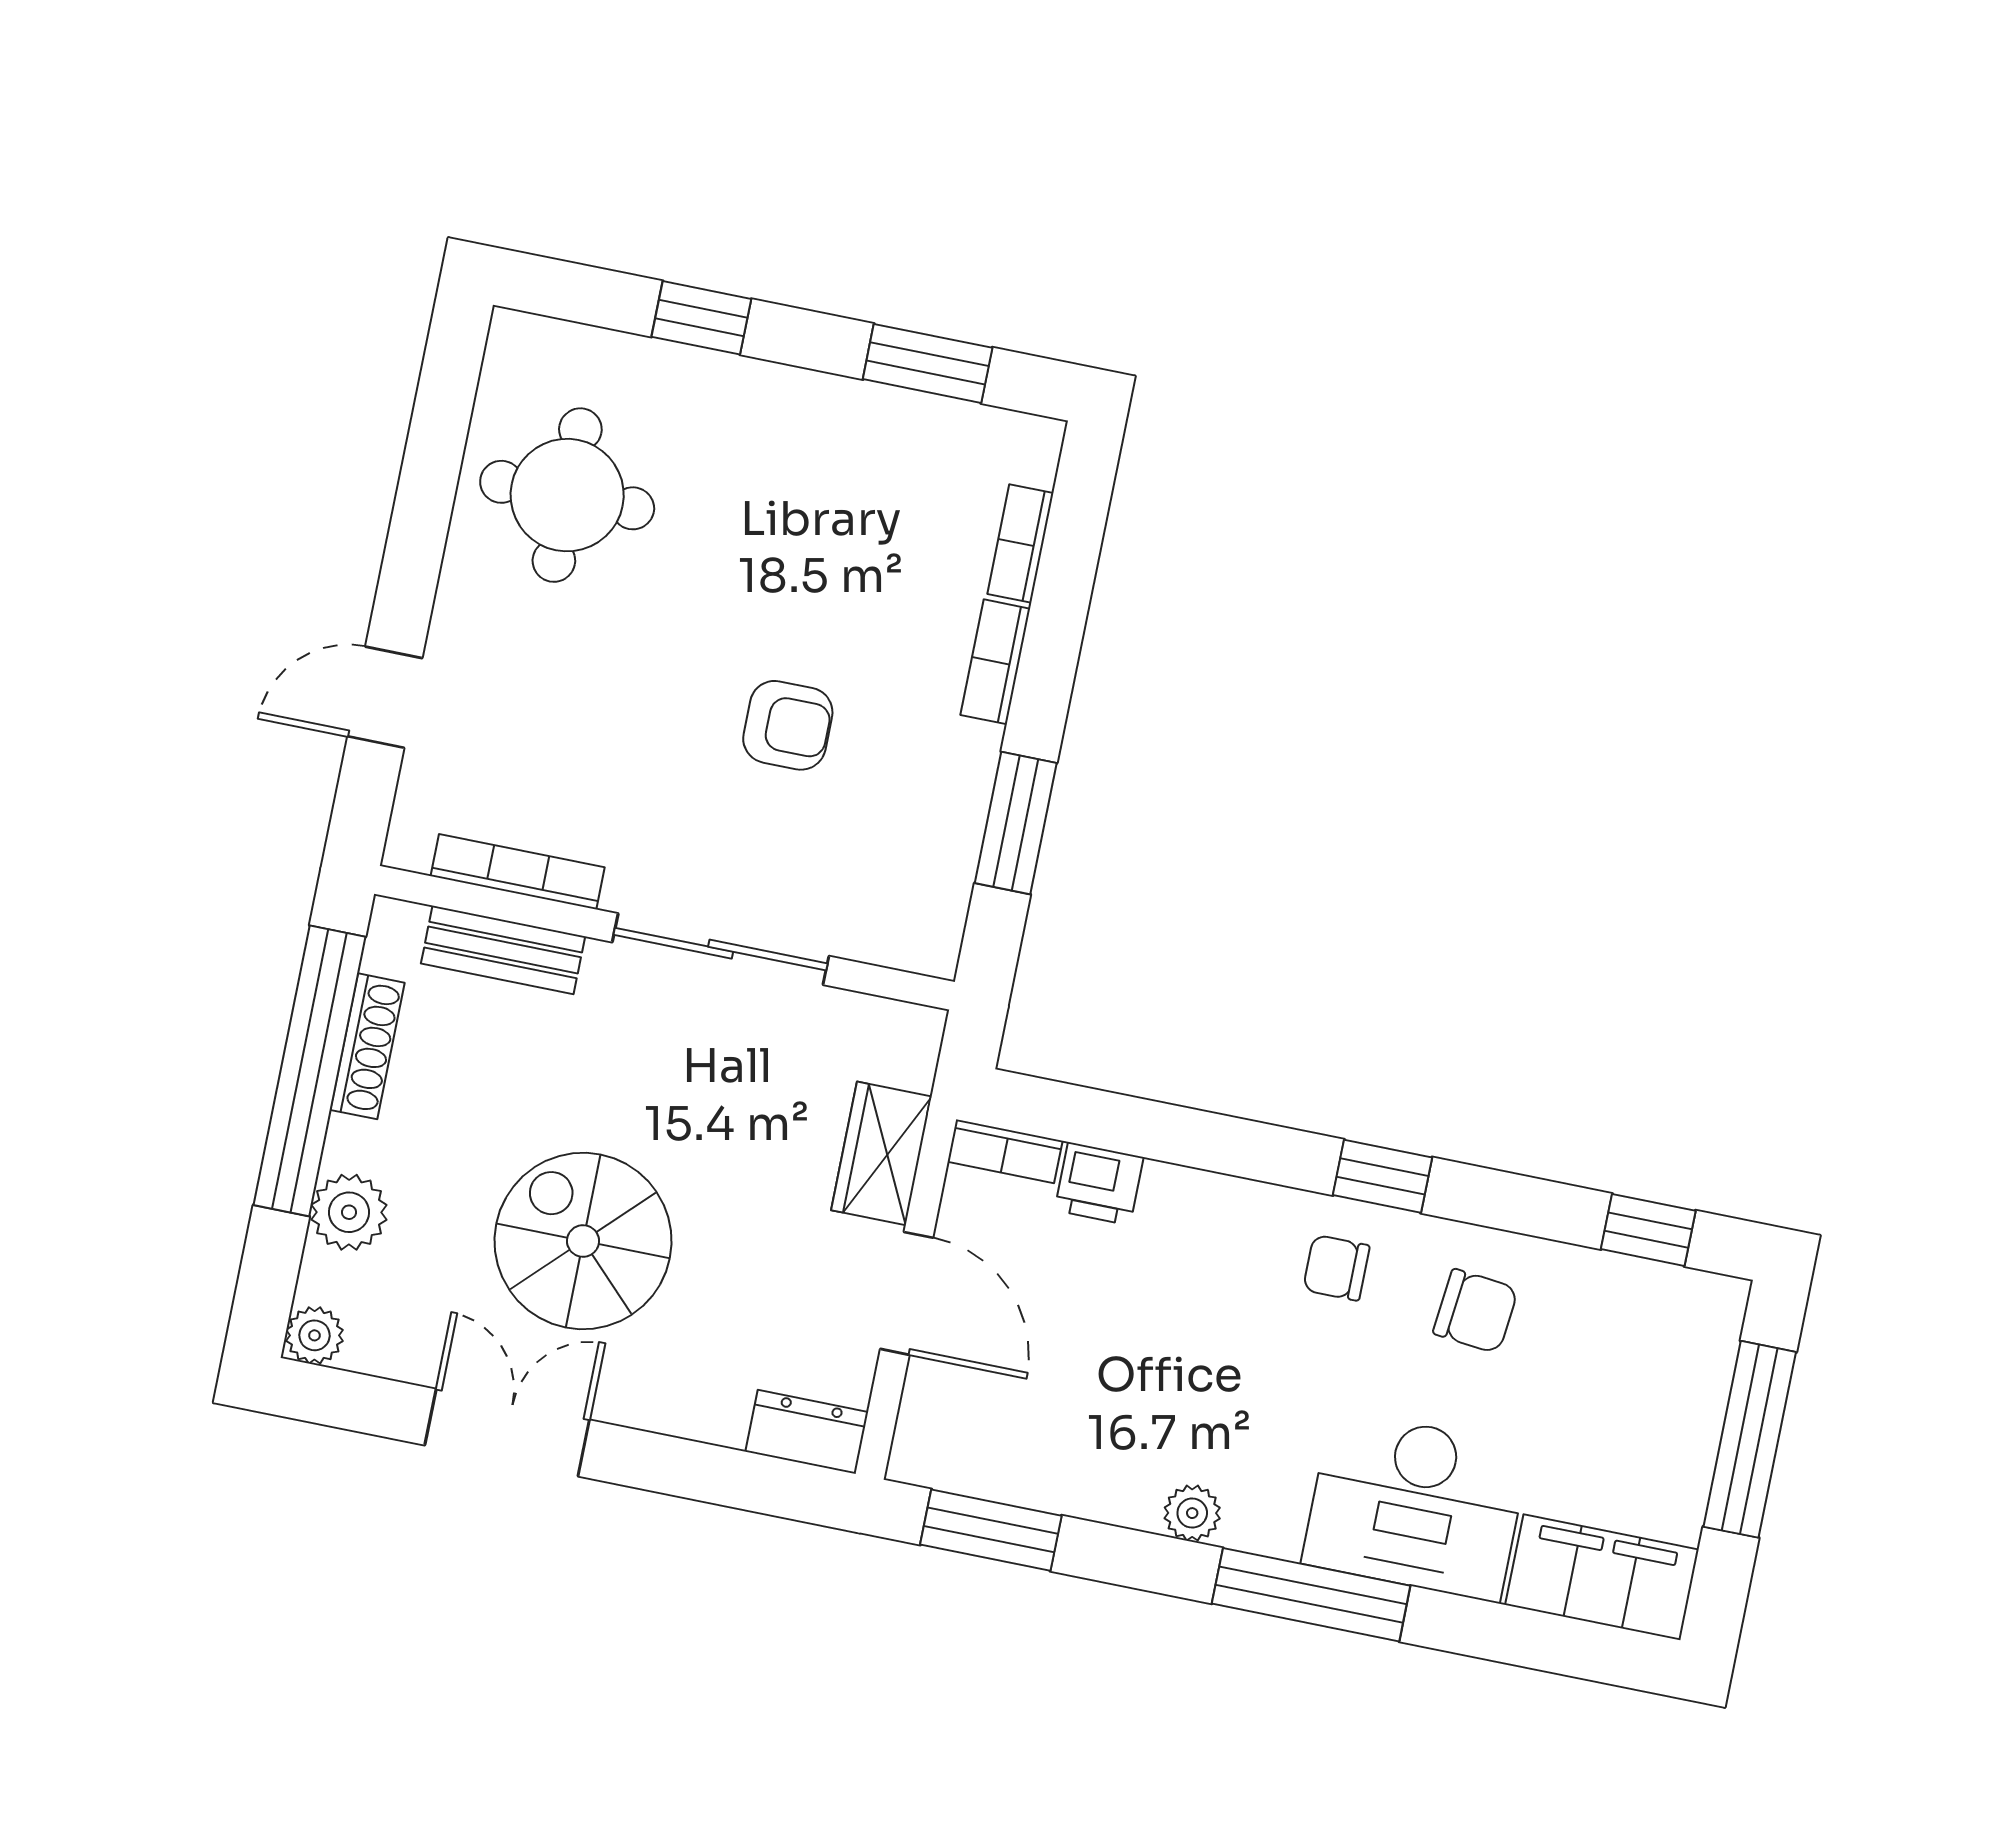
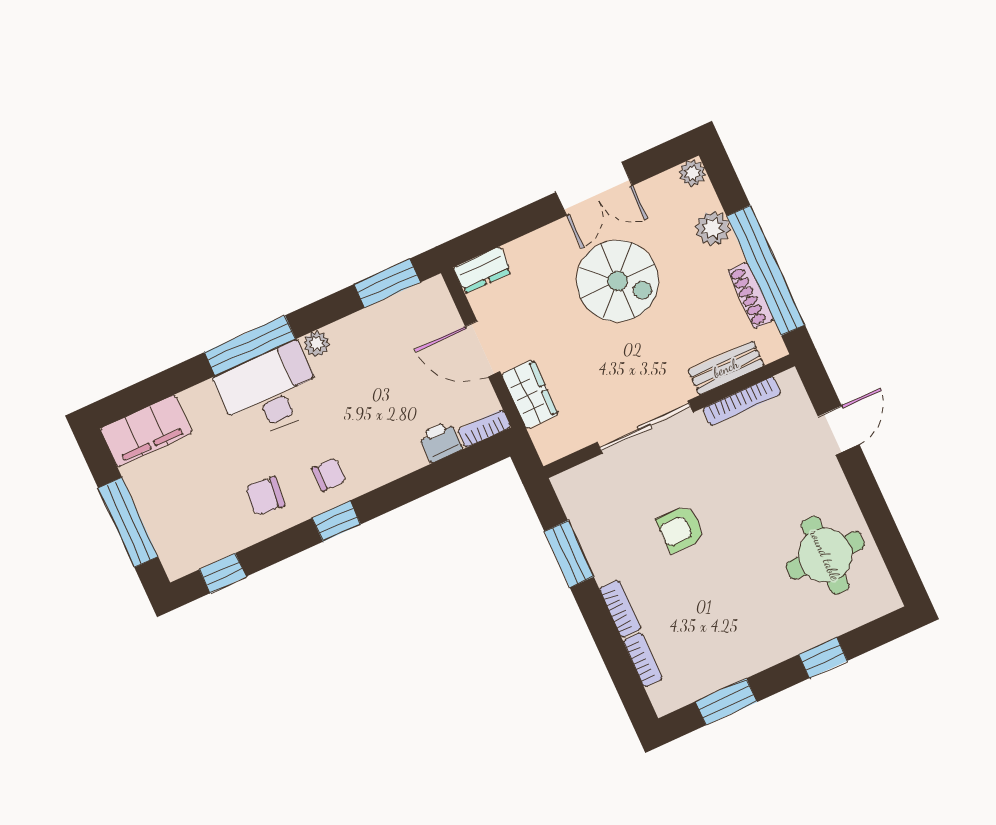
desk: (1416, 1505) -> (270, 392), moved

